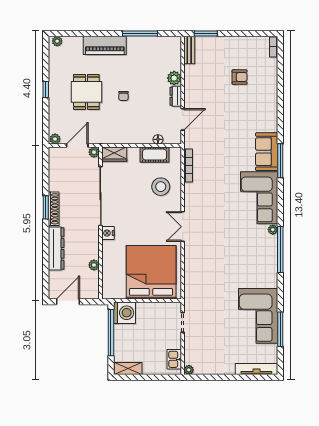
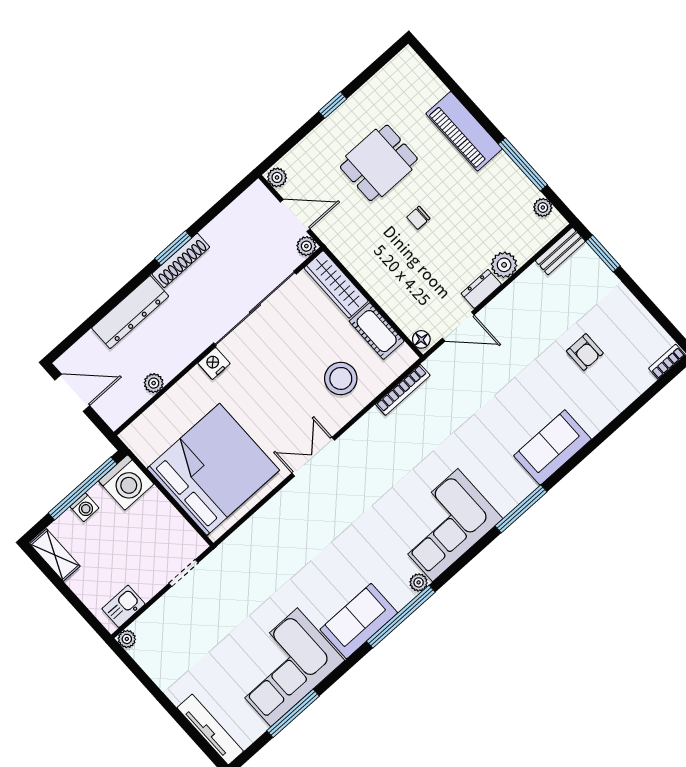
plant: (57, 41) -> (543, 207), moved
floor lamp: (158, 139) -> (421, 339), moved
sofa: (267, 152) -> (552, 447), moved
wardrobe: (114, 154) -> (336, 284), width x1.50
sofa: (267, 268) -> (359, 621), added
washing machine: (119, 339) -> (84, 507), added

